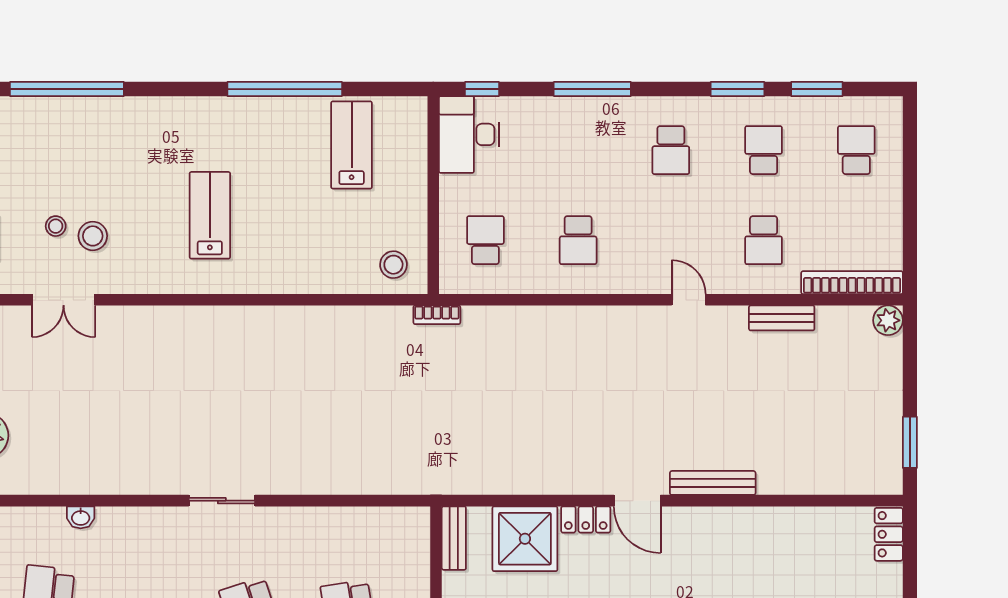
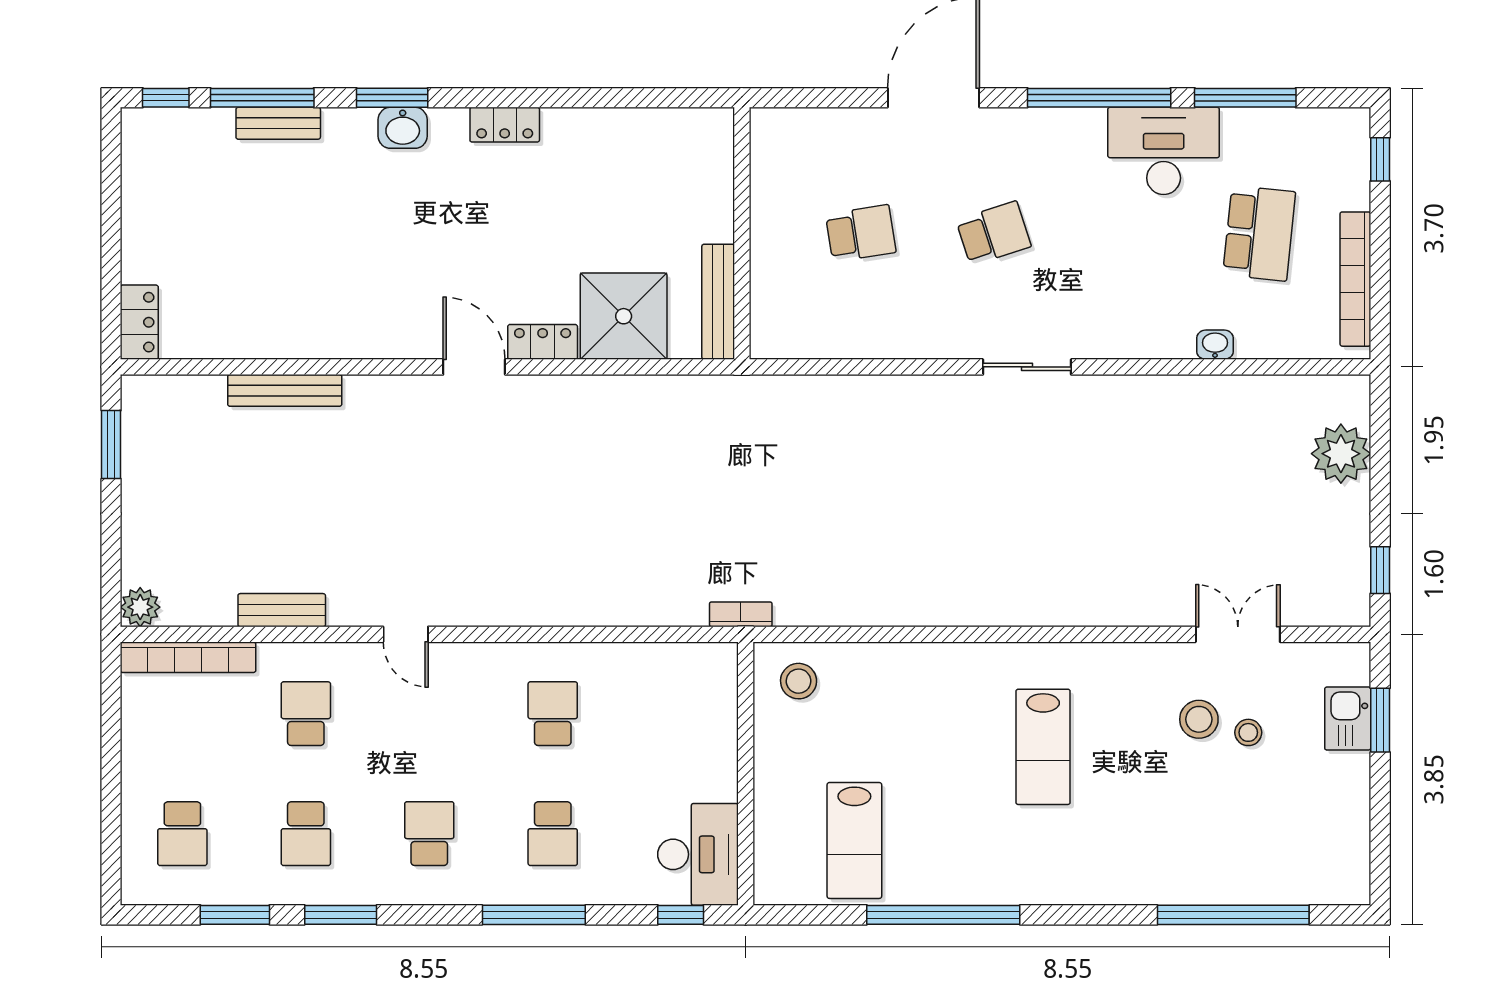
school desk: (485, 240) -> (553, 834), moved
bench: (713, 483) -> (285, 390), moved
bench: (454, 538) -> (718, 302), width x1.36

